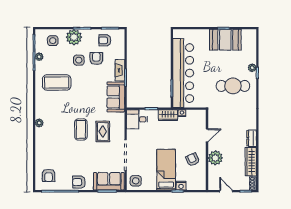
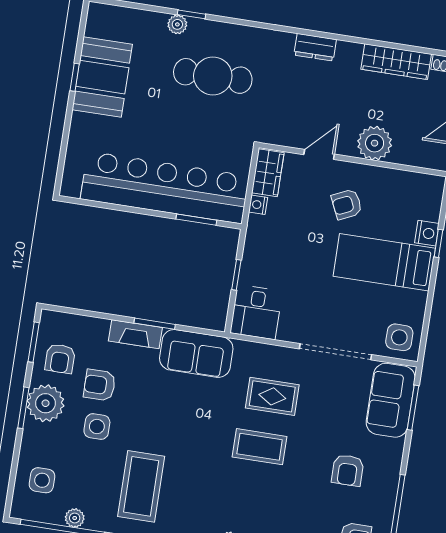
plant: (74, 37) -> (46, 403), moved
cafe table: (233, 86) -> (213, 76), turned 90
wardrobe: (168, 115) -> (268, 173), moved
door: (207, 135) -> (319, 154), hinge flipped
dresser: (252, 138) -> (315, 47), moved
armchair: (193, 160) -> (347, 204), moved
armchair: (79, 182) -> (348, 470), moved

